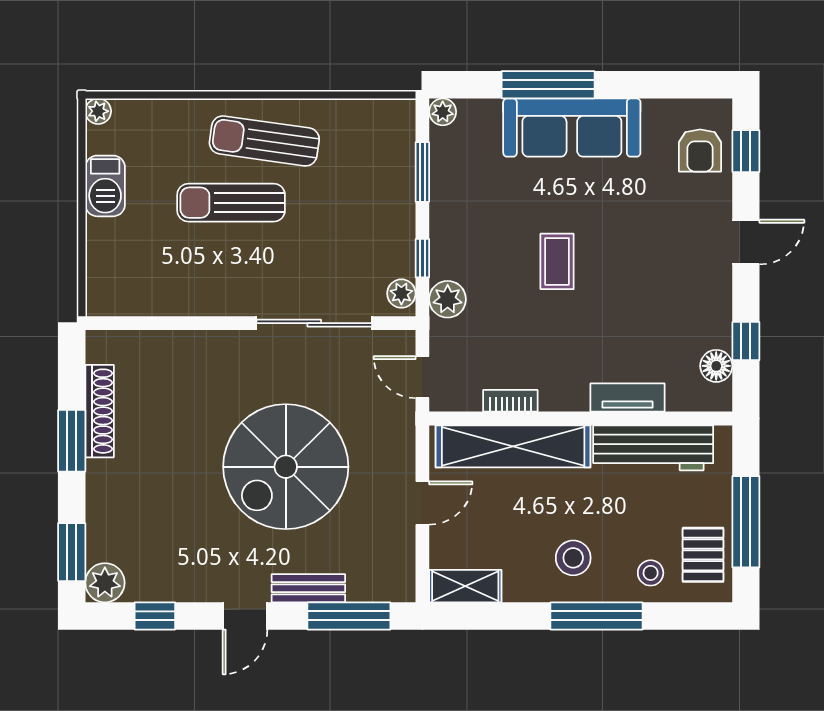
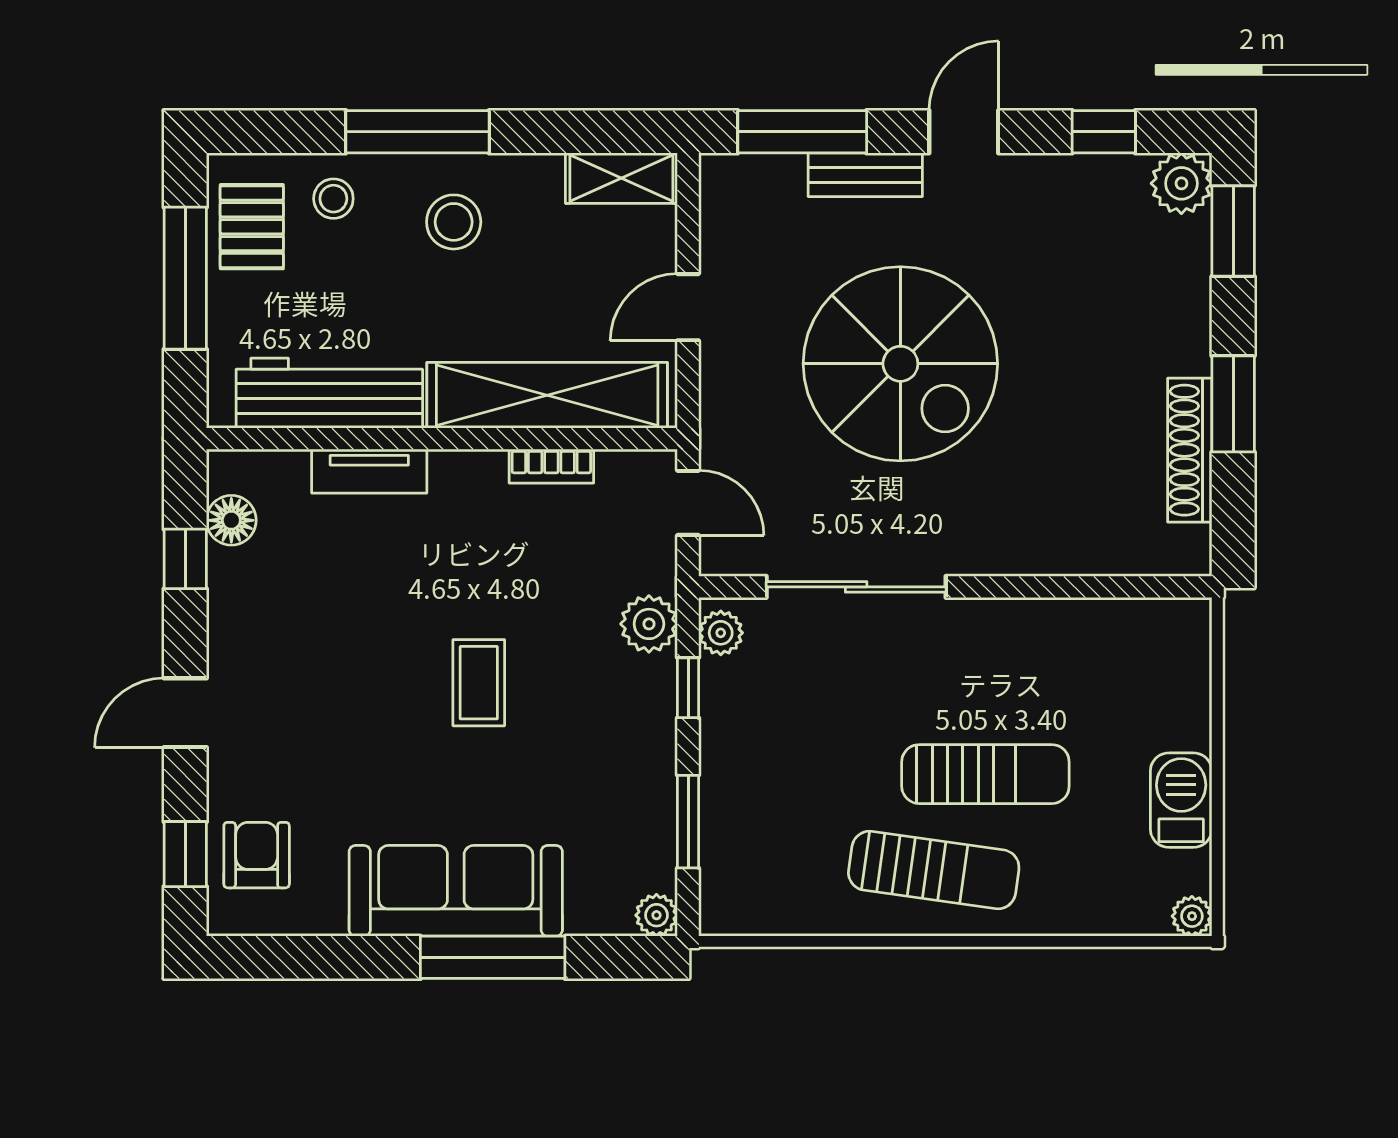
spiral stairs: (286, 467) -> (900, 364), turned 90

